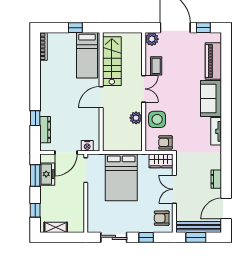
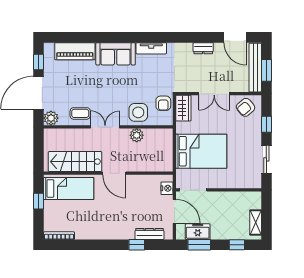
armchair: (162, 218) -> (246, 107), turned 50

